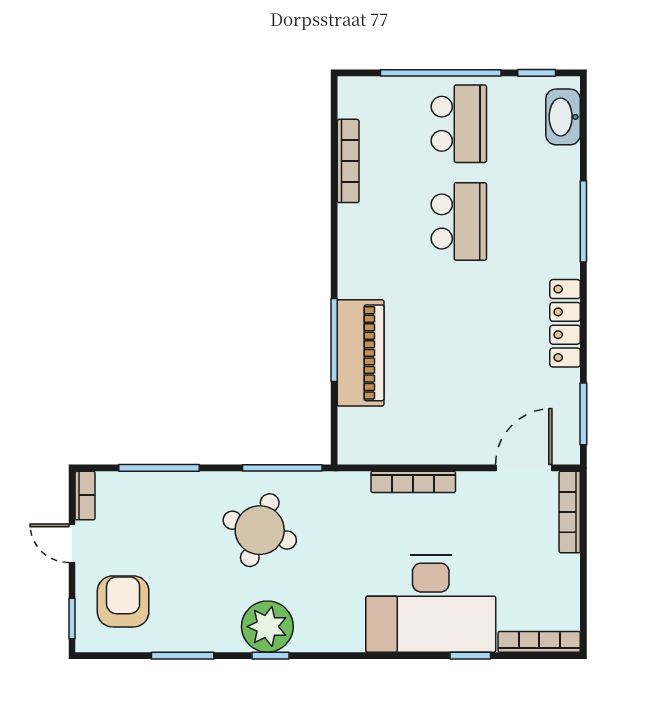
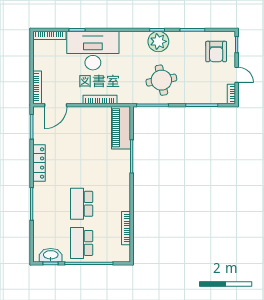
washbasin: (563, 117) -> (51, 255), moved, turned -90
piano: (361, 353) -> (121, 128), moved
round table: (260, 530) -> (161, 80), turned -31

